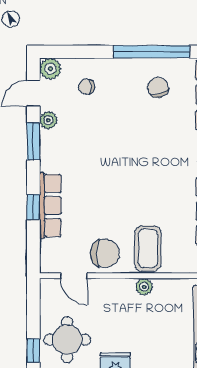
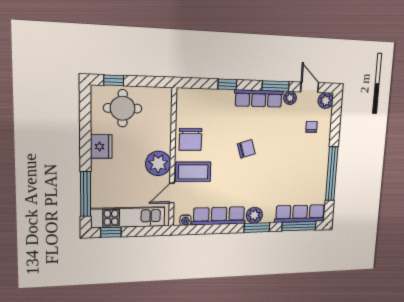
chair: (158, 87) -> (246, 149), moved
row of seats: (50, 205) -> (259, 98), moved
door: (74, 276) -> (172, 193), moved
plant: (144, 287) -> (158, 163), width x1.88, depth x1.88

